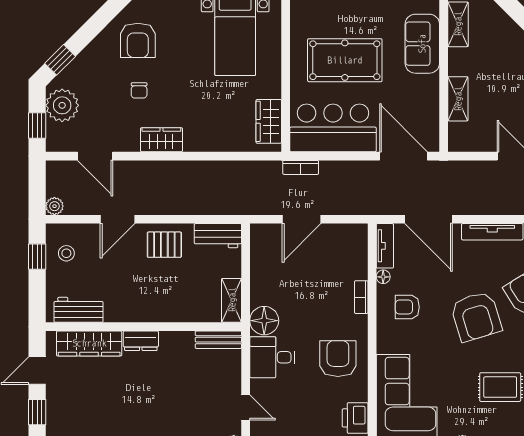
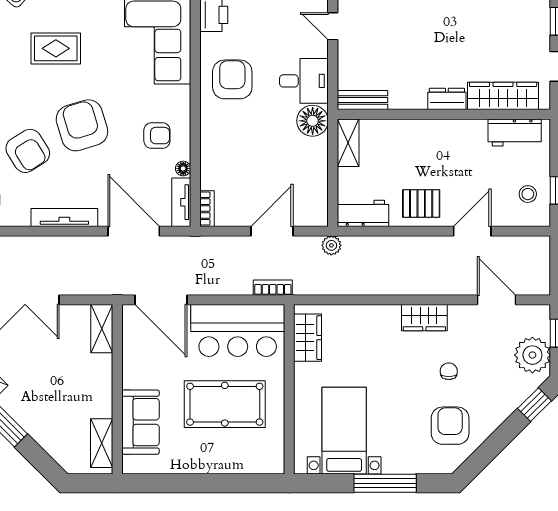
shelving: (458, 99) -> (102, 329), moved
plant: (54, 206) -> (331, 245), moved
bookcase: (361, 297) -> (207, 209), moved
armchair: (338, 359) -> (232, 79), turned 180

